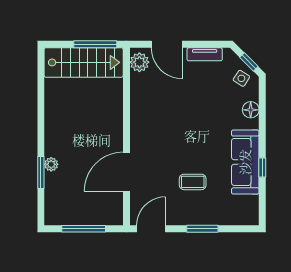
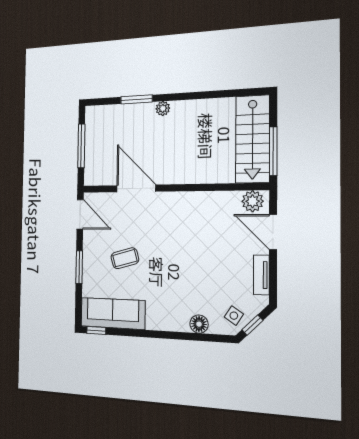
door: (167, 44) -> (273, 232), hinge flipped
sofa: (245, 162) -> (113, 313), moved
plant: (51, 164) -> (163, 108), moved
window: (262, 168) -> (96, 330), moved
coffee table: (193, 182) -> (125, 258), turned 74

